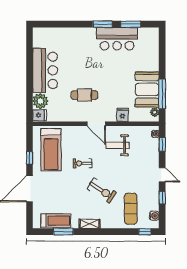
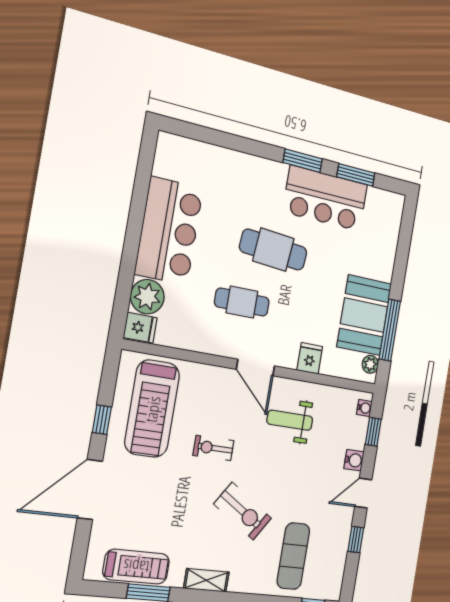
cafe table: (95, 68) -> (273, 250), added
door: (162, 175) -> (363, 493), swing flipped
water cooler: (154, 216) -> (354, 460), moved

